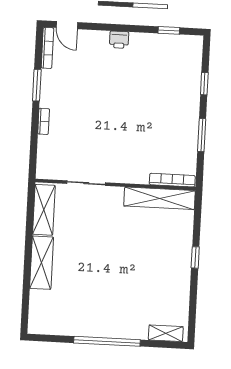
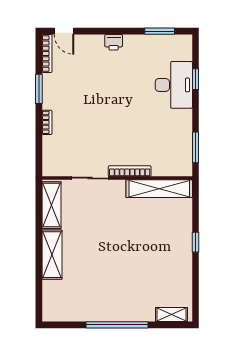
window: (169, 30) -> (160, 31), width x1.50
desk: (181, 89) -> (174, 85), added
window: (202, 135) -> (195, 147), moved
bookcase: (172, 180) -> (130, 171), moved

